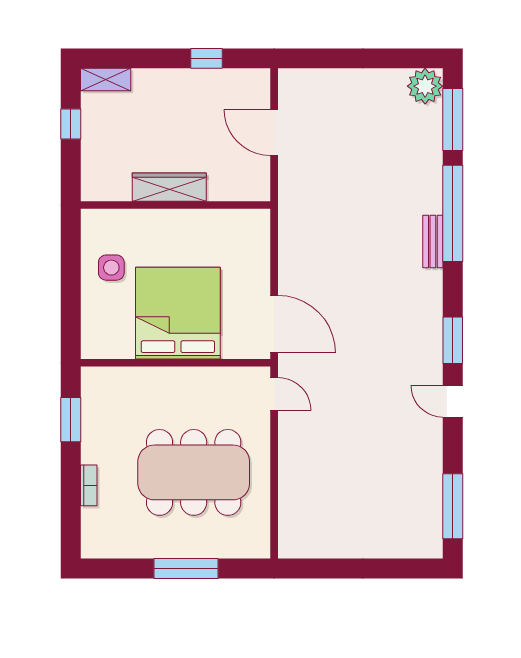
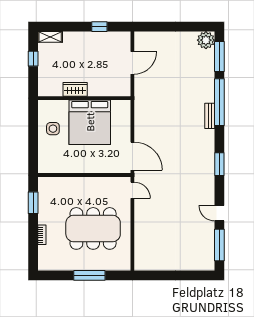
door: (274, 133) -> (132, 63), swing flipped
wardrobe: (169, 187) -> (75, 89), width x0.67
bed: (178, 313) -> (90, 122), moved, turned 180
door: (453, 401) -> (219, 213), moved

